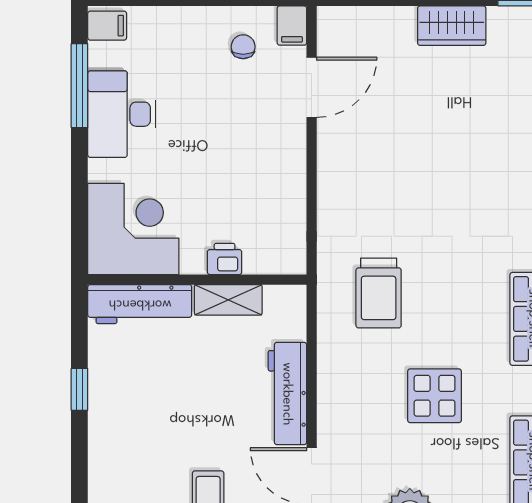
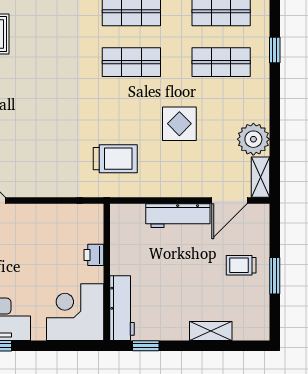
shelving: (228, 300) -> (211, 331), moved, turned 90
window: (79, 389) -> (146, 346), moved

